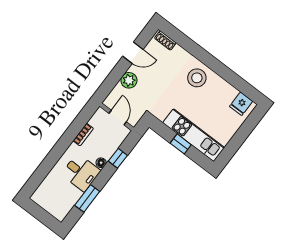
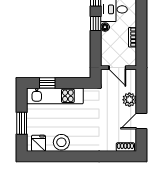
stool: (197, 78) -> (61, 142), moved
window: (243, 133) -> (22, 123), added
window: (181, 144) -> (47, 83), moved
window: (118, 158) -> (96, 24), moved

